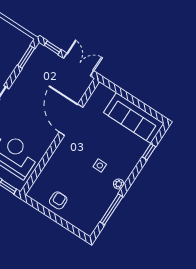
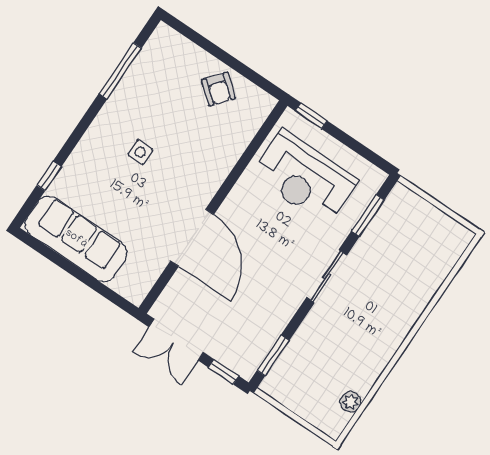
plant: (119, 184) -> (106, 117), removed
armchair: (58, 200) -> (218, 89), turned -51

